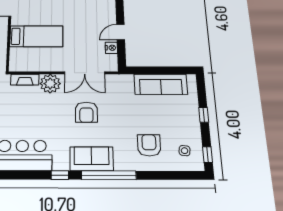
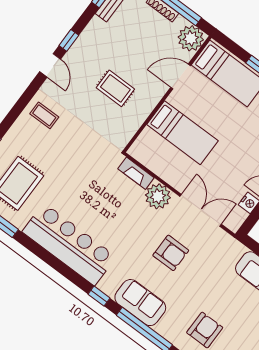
double door: (85, 73) -> (201, 210), swing flipped
armchair: (86, 112) -> (171, 253), turned -90

